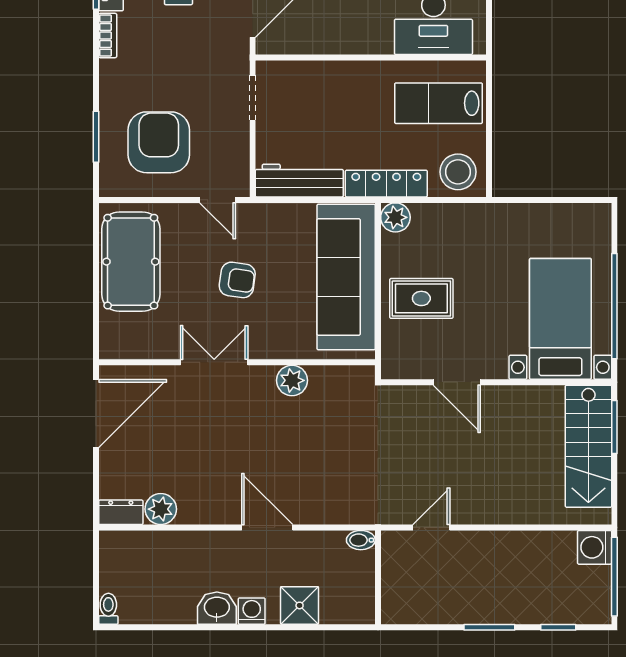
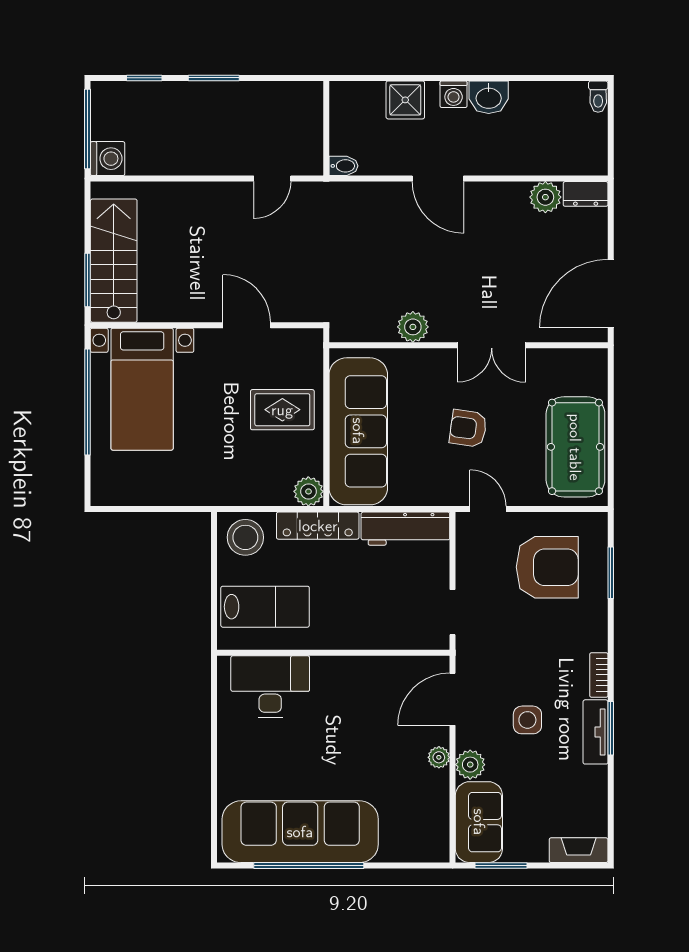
armchair: (159, 142) -> (547, 567), turned -90

